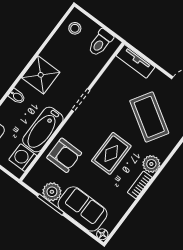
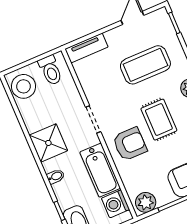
stool: (75, 28) -> (23, 86), width x1.89, depth x1.89
coffee table: (149, 117) -> (145, 65), turned -32
armchair: (64, 155) -> (130, 144), moved
plant: (52, 192) -> (146, 202), moved

